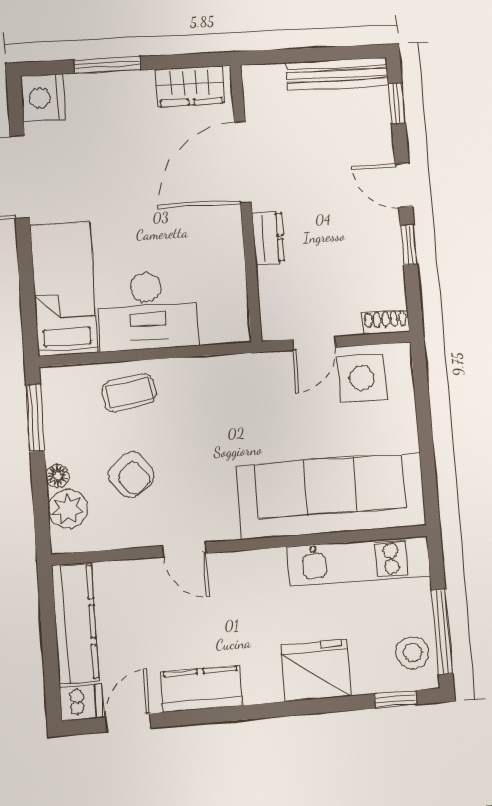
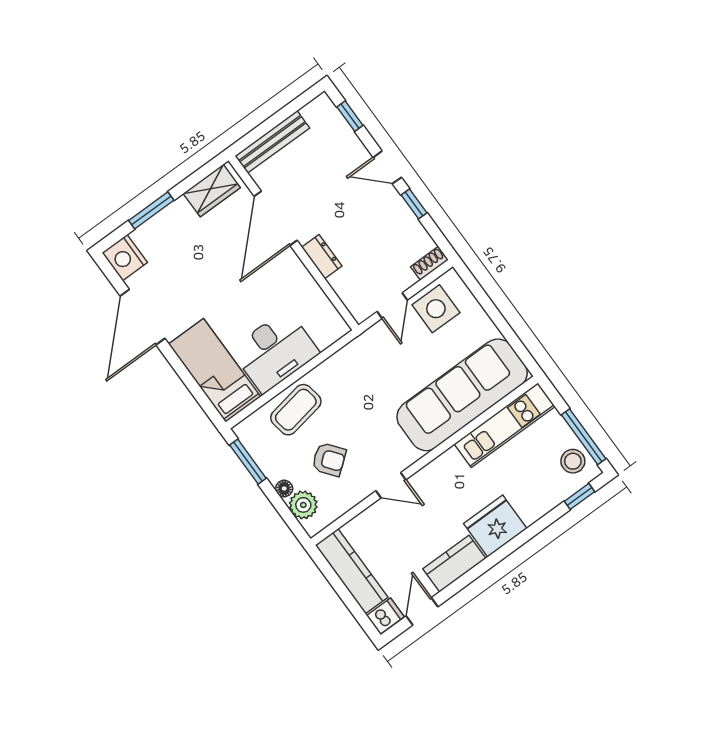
bench: (337, 74) -> (272, 142), moved
coffee table: (129, 393) -> (296, 410), width x1.36, depth x1.30
fridge: (316, 670) -> (495, 526), moved

